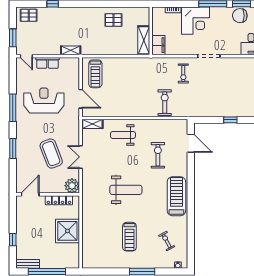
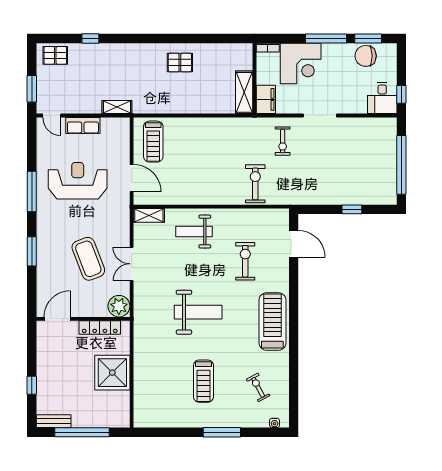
wall: (151, 31) -> (254, 78), moved
shelving: (144, 40) -> (244, 92), moved
filing cabinet: (158, 45) -> (266, 99), moved

